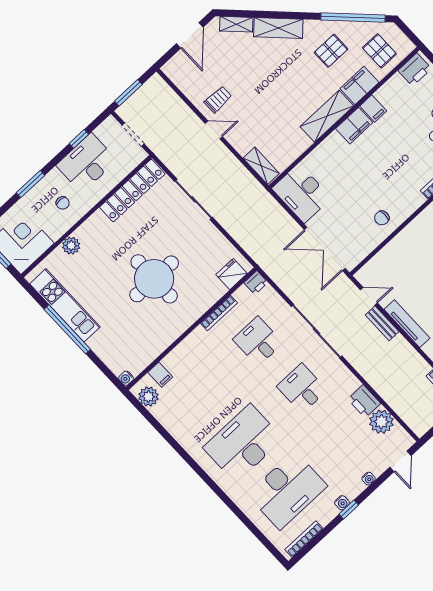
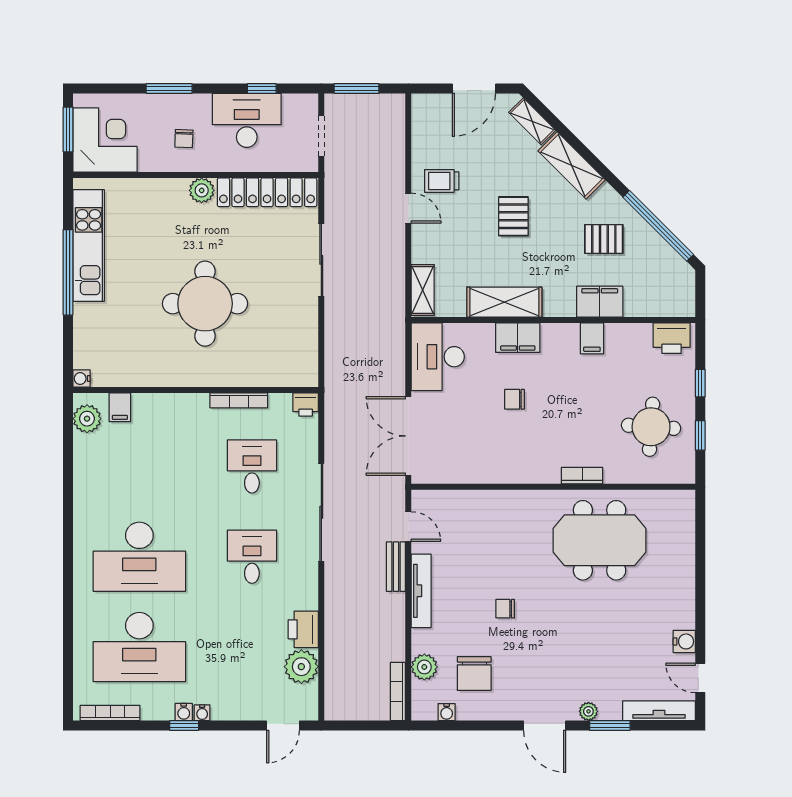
pallet: (379, 51) -> (513, 216), moved
trolley: (218, 99) -> (442, 181), turned 180
shelving: (327, 116) -> (504, 302), moved
filing cabinet: (354, 126) -> (518, 338), moved
chair: (382, 218) -> (515, 399), moved
plant: (71, 246) -> (202, 190), moved
fridge: (232, 274) -> (289, 373), removed
desk: (243, 443) -> (139, 557), turned 180
water cooler: (369, 479) -> (202, 713), moved

